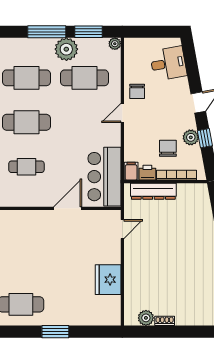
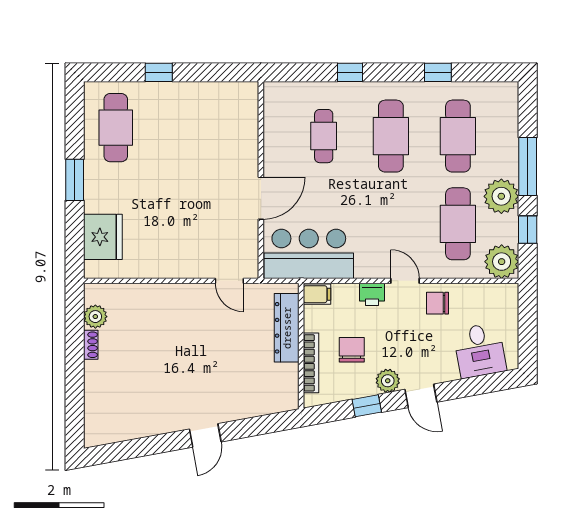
window: (88, 32) -> (528, 230), width x0.67
plant: (115, 44) -> (502, 262), width x1.88, depth x1.88
plant: (191, 137) -> (388, 381), moved
chair: (168, 148) -> (352, 350), turned -90
printer: (147, 173) -> (372, 294), moved, turned 90
door: (68, 208) -> (261, 198), hinge flipped
fridge: (108, 280) -> (103, 237), moved, turned 90

